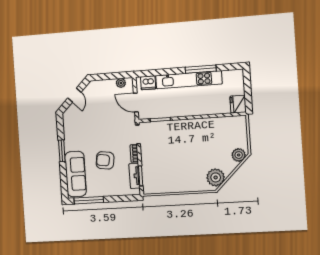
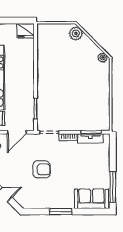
armchair: (105, 160) -> (42, 169), moved, turned -98
sofa: (76, 174) -> (91, 199), width x0.73
plant: (216, 177) -> (103, 57), width x0.53, depth x0.53

